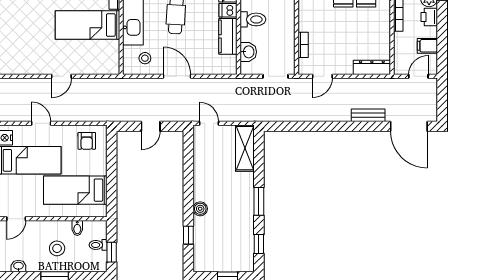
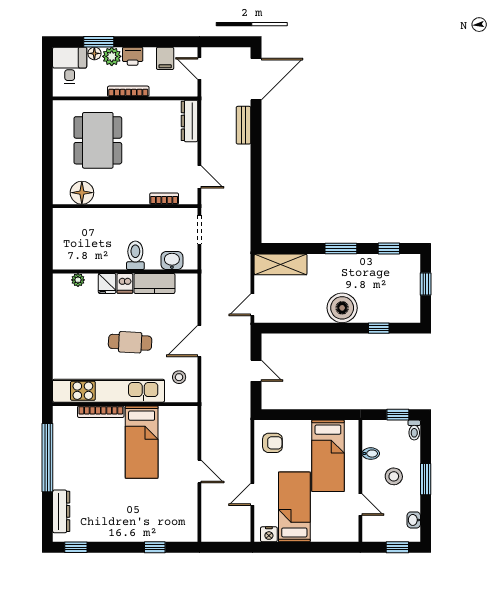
boiler: (200, 209) -> (342, 308), width x1.86, depth x1.86
door: (16, 219) -> (360, 505), moved
toilet: (98, 245) -> (414, 430), moved

